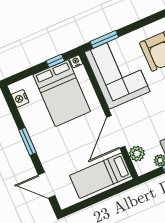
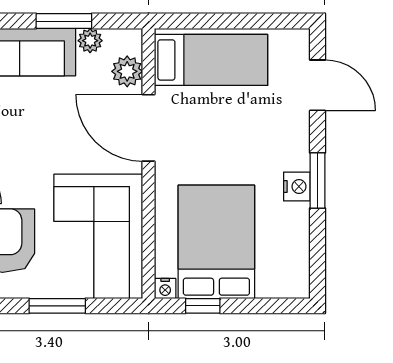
window: (104, 39) -> (57, 306), moved
nightstand: (20, 98) -> (297, 186), moved
door: (116, 132) -> (149, 128), swing flipped

